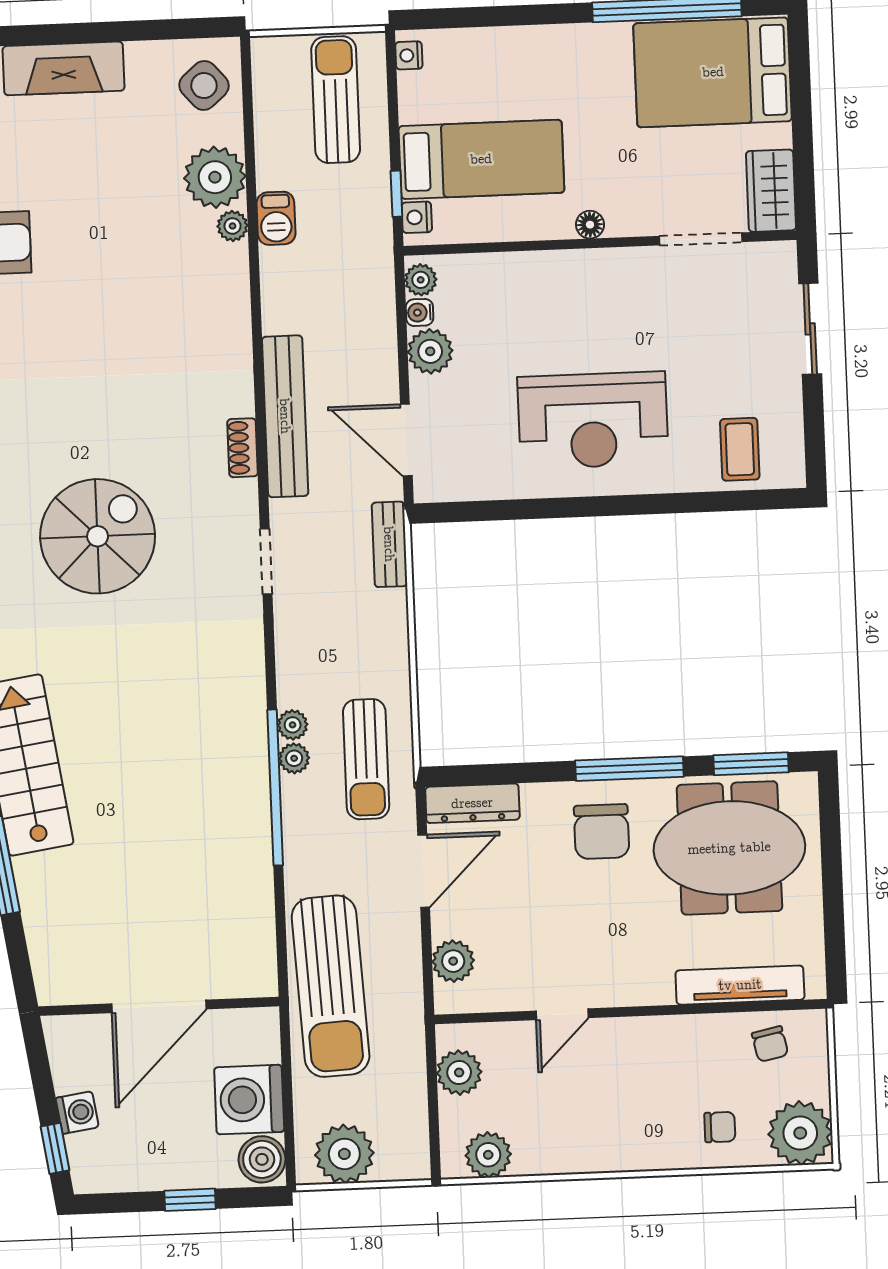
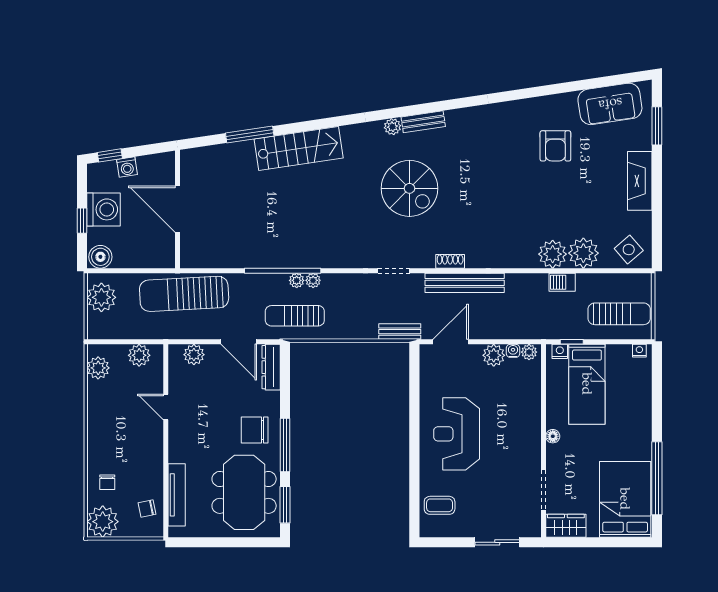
plant: (233, 226) -> (553, 254), width x1.88, depth x1.88
washing machine: (249, 1100) -> (103, 209), moved, turned 90

